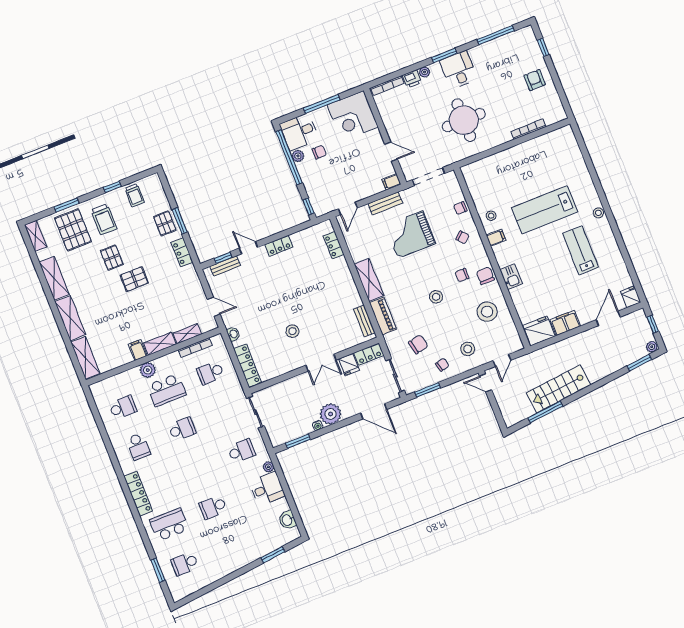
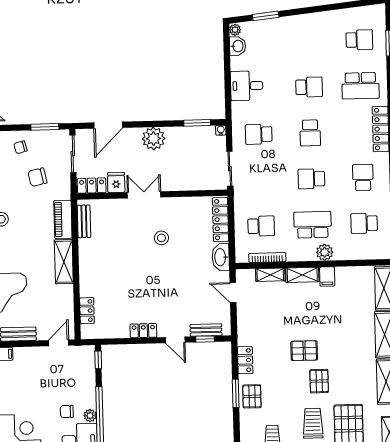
washbasin: (233, 334) -> (221, 257), width x1.91, depth x1.45
door: (374, 411) -> (108, 125), swing flipped
water cooler: (318, 426) -> (221, 130), moved
plant: (268, 467) -> (235, 30), moved
school desk: (198, 468) -> (310, 133), added

